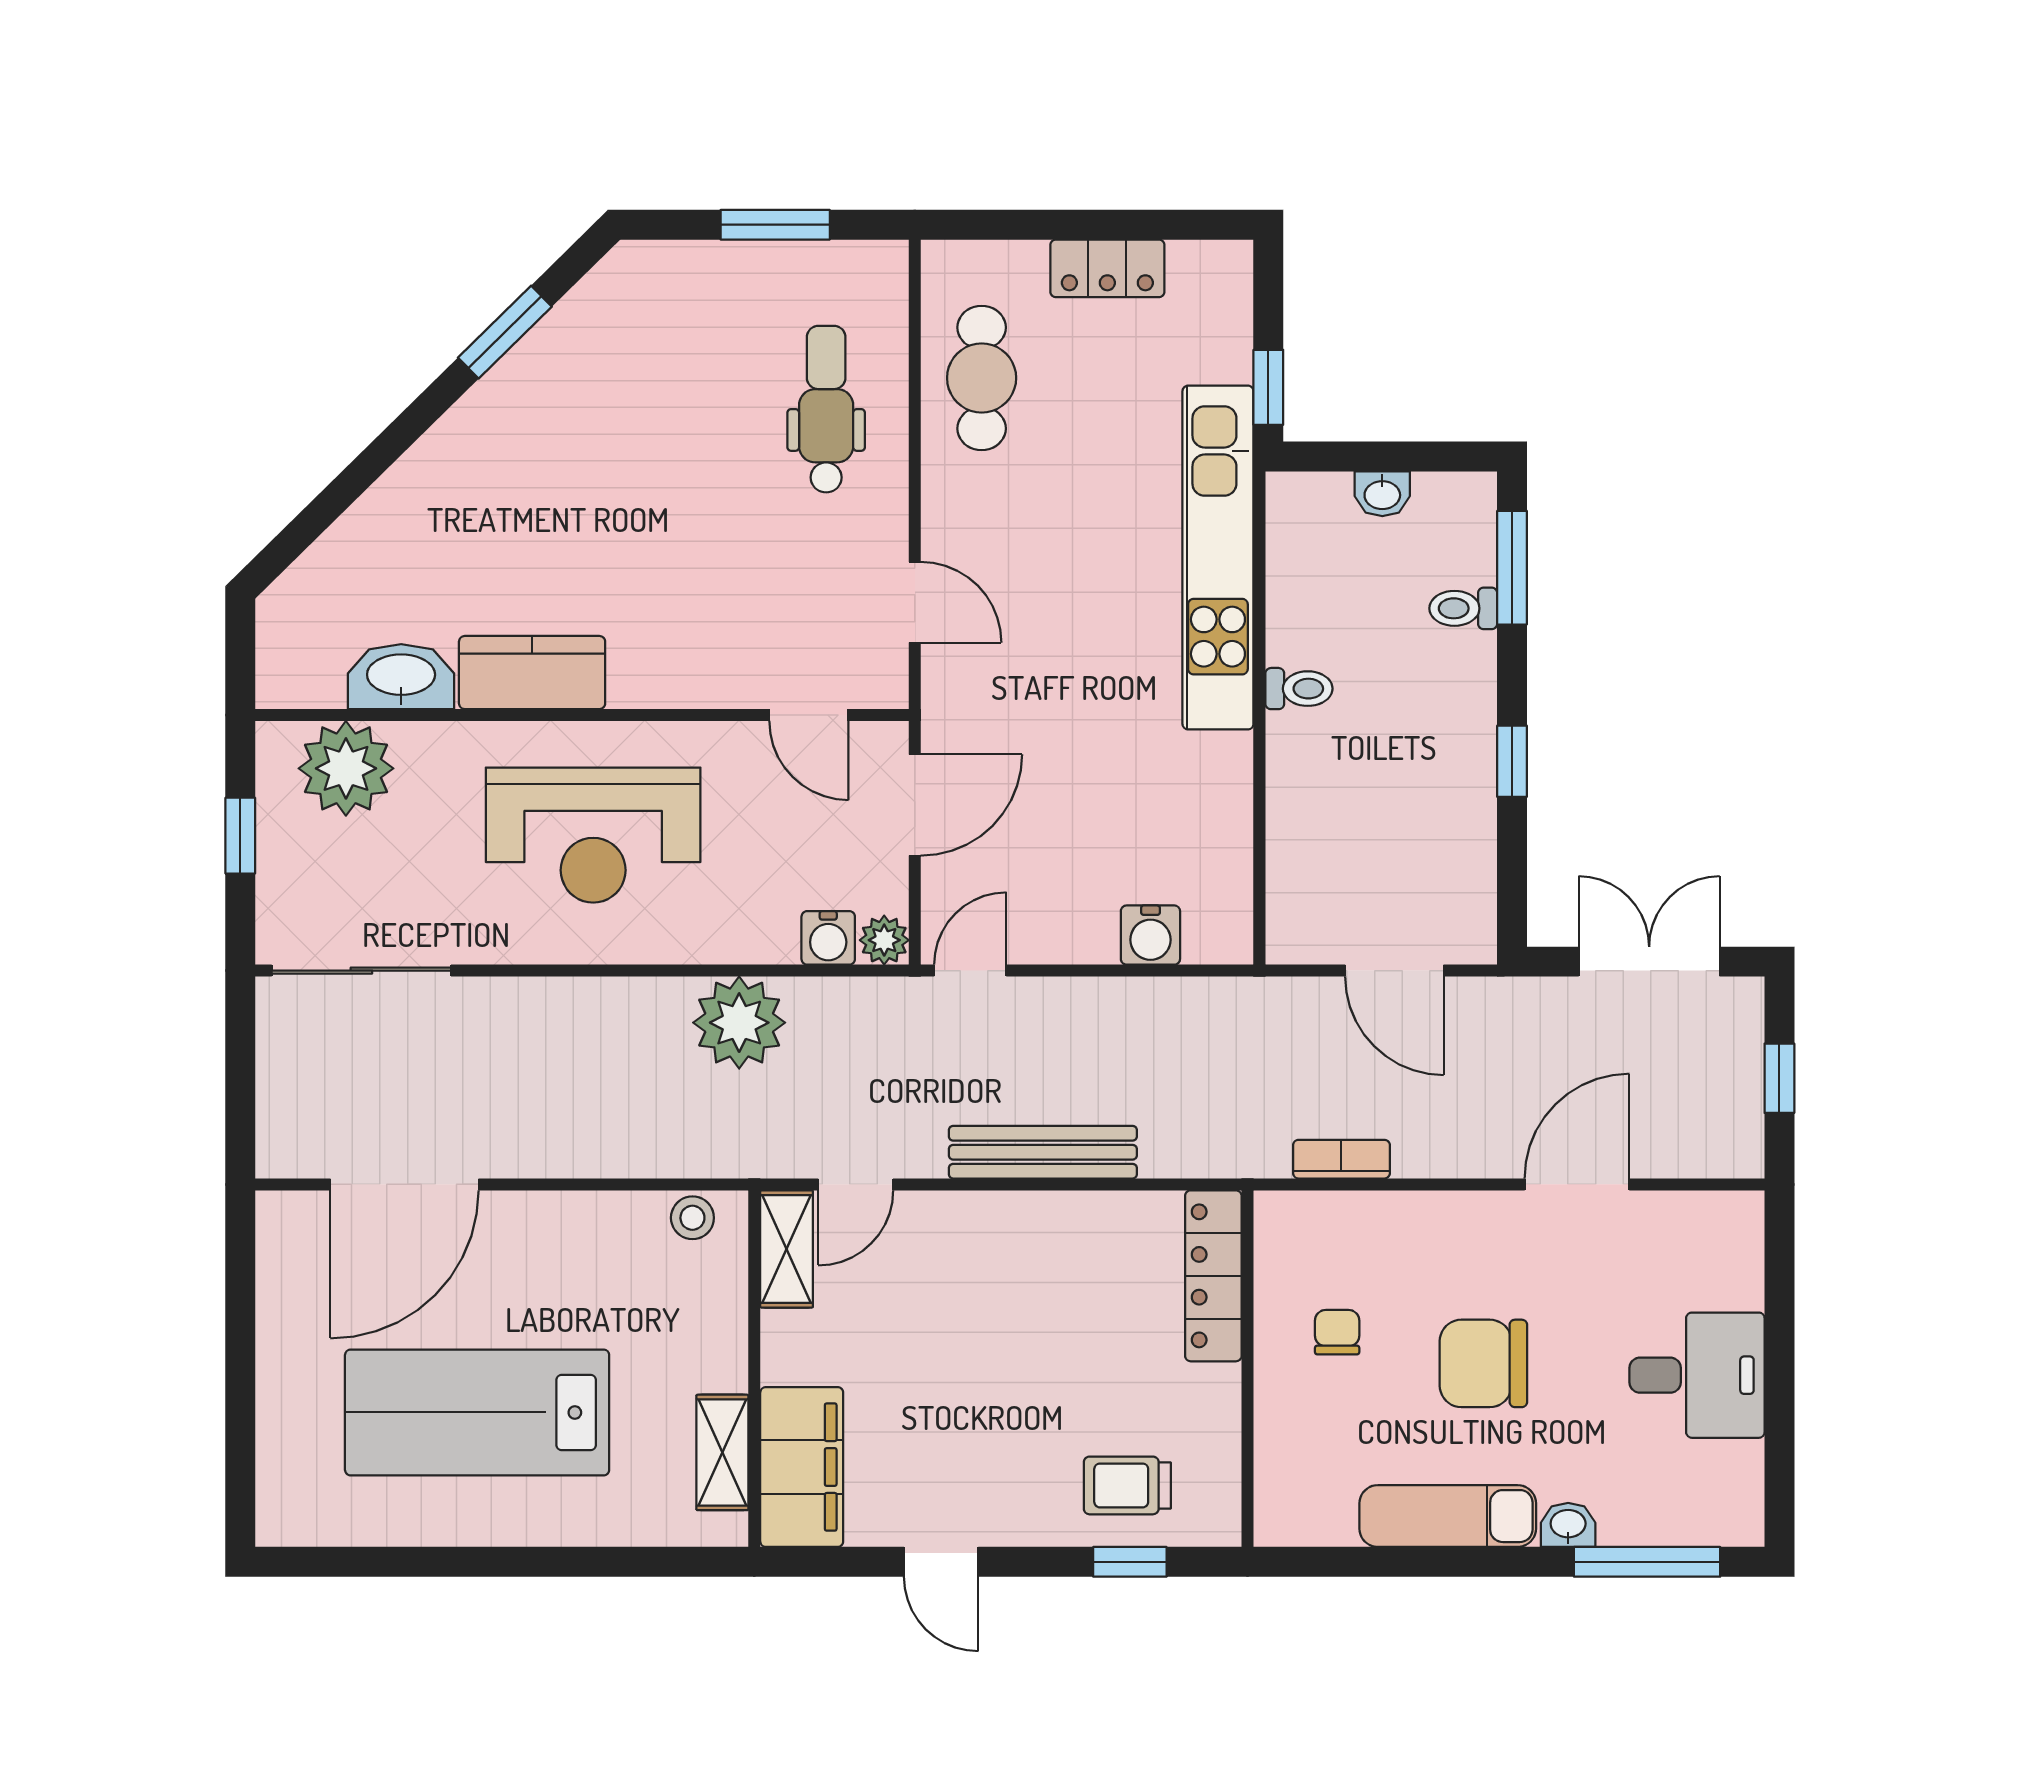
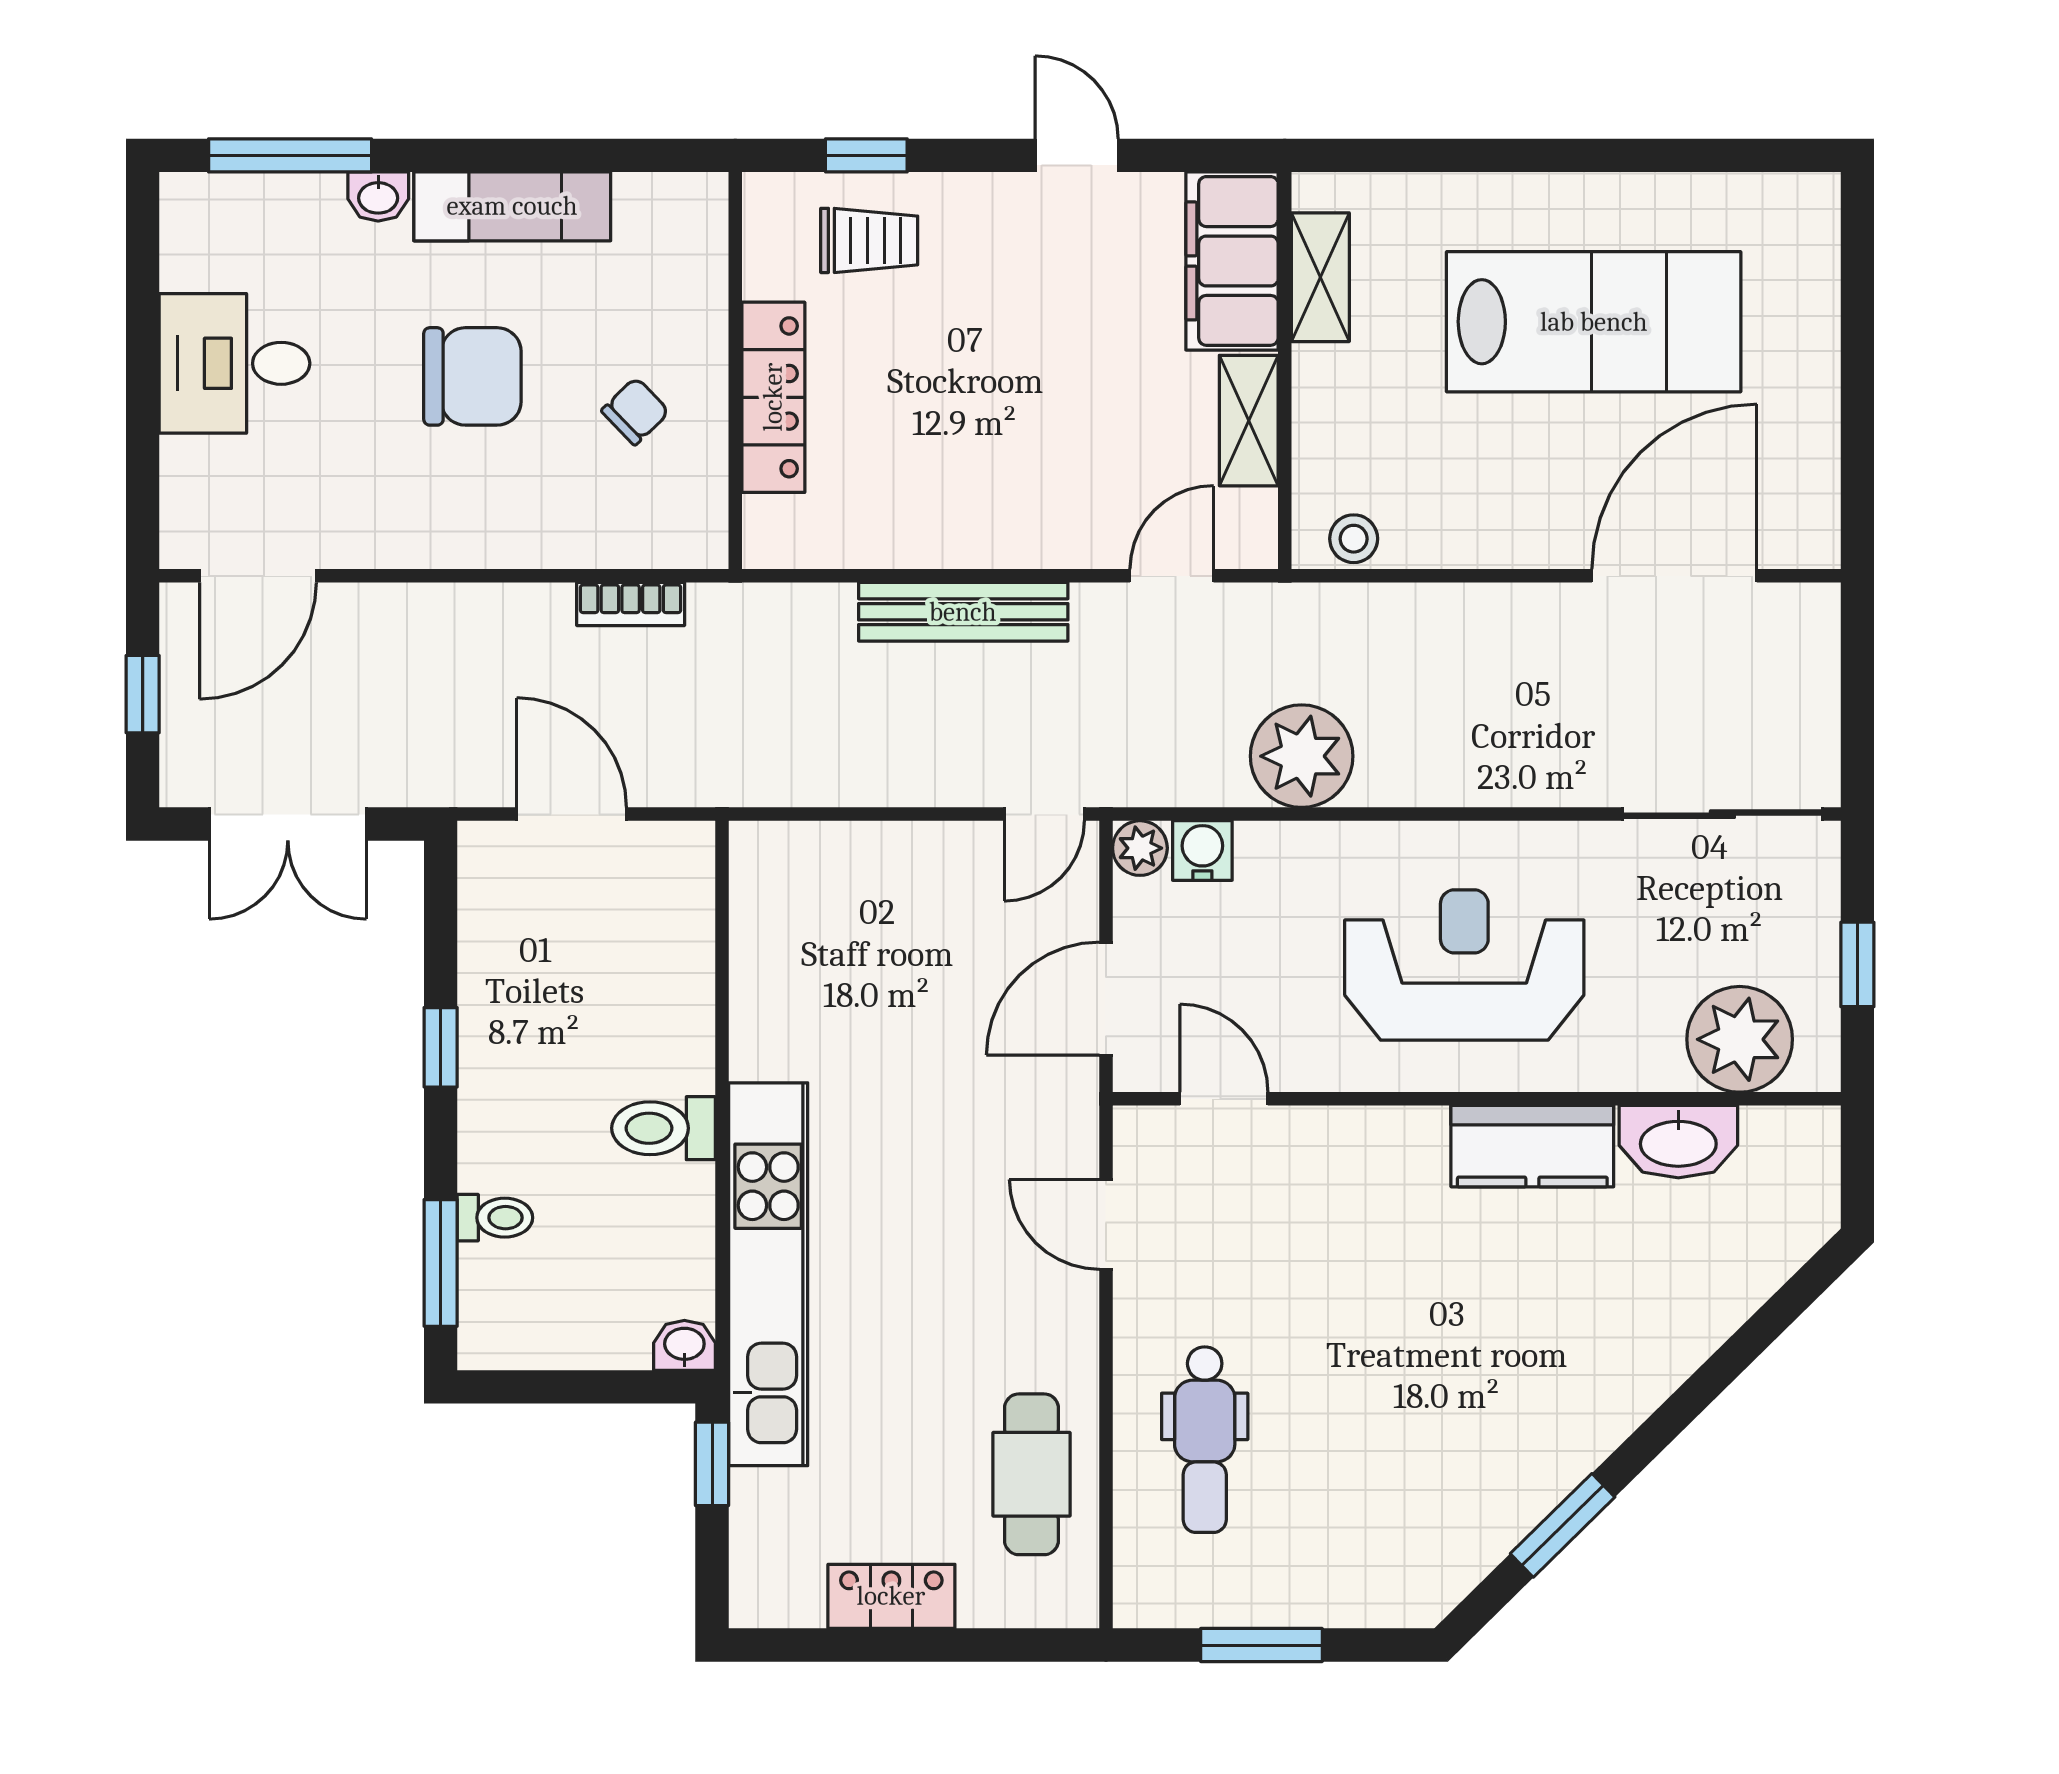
washbasin: (1382, 494) -> (684, 1345), moved
toilet: (1299, 689) -> (664, 1128), width x1.37, depth x1.39
water cooler: (1150, 935) -> (843, 854), removed
door: (1577, 1184) -> (258, 576), moved
shelving: (787, 1249) -> (1249, 421), moved
locker: (1213, 1276) -> (773, 397), moved
chair: (1337, 1332) -> (635, 411), turned -134

